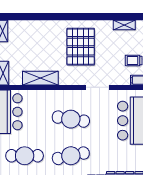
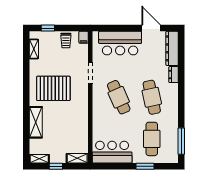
shelving: (40, 78) -> (36, 122), moved
cafe table: (71, 119) -> (119, 97), turned -33

